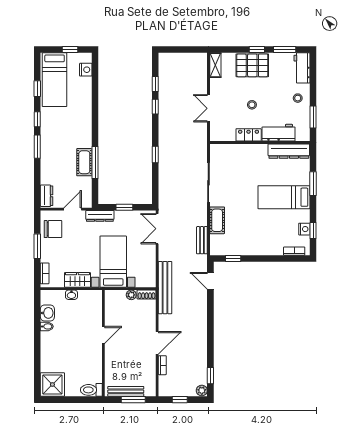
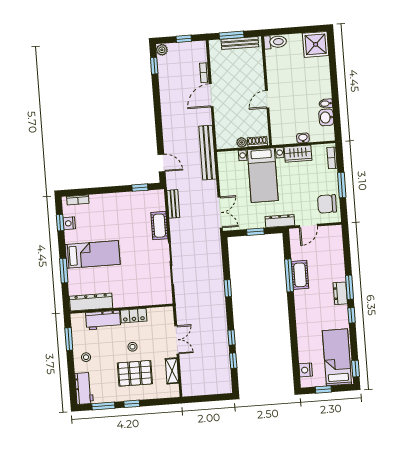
shelving: (215, 65) -> (172, 371), moved
pallet: (252, 65) -> (135, 373), moved
window: (37, 89) -> (356, 369), moved
dresser: (47, 196) -> (340, 293), moved
shoe rack: (147, 295) -> (257, 142), moved

